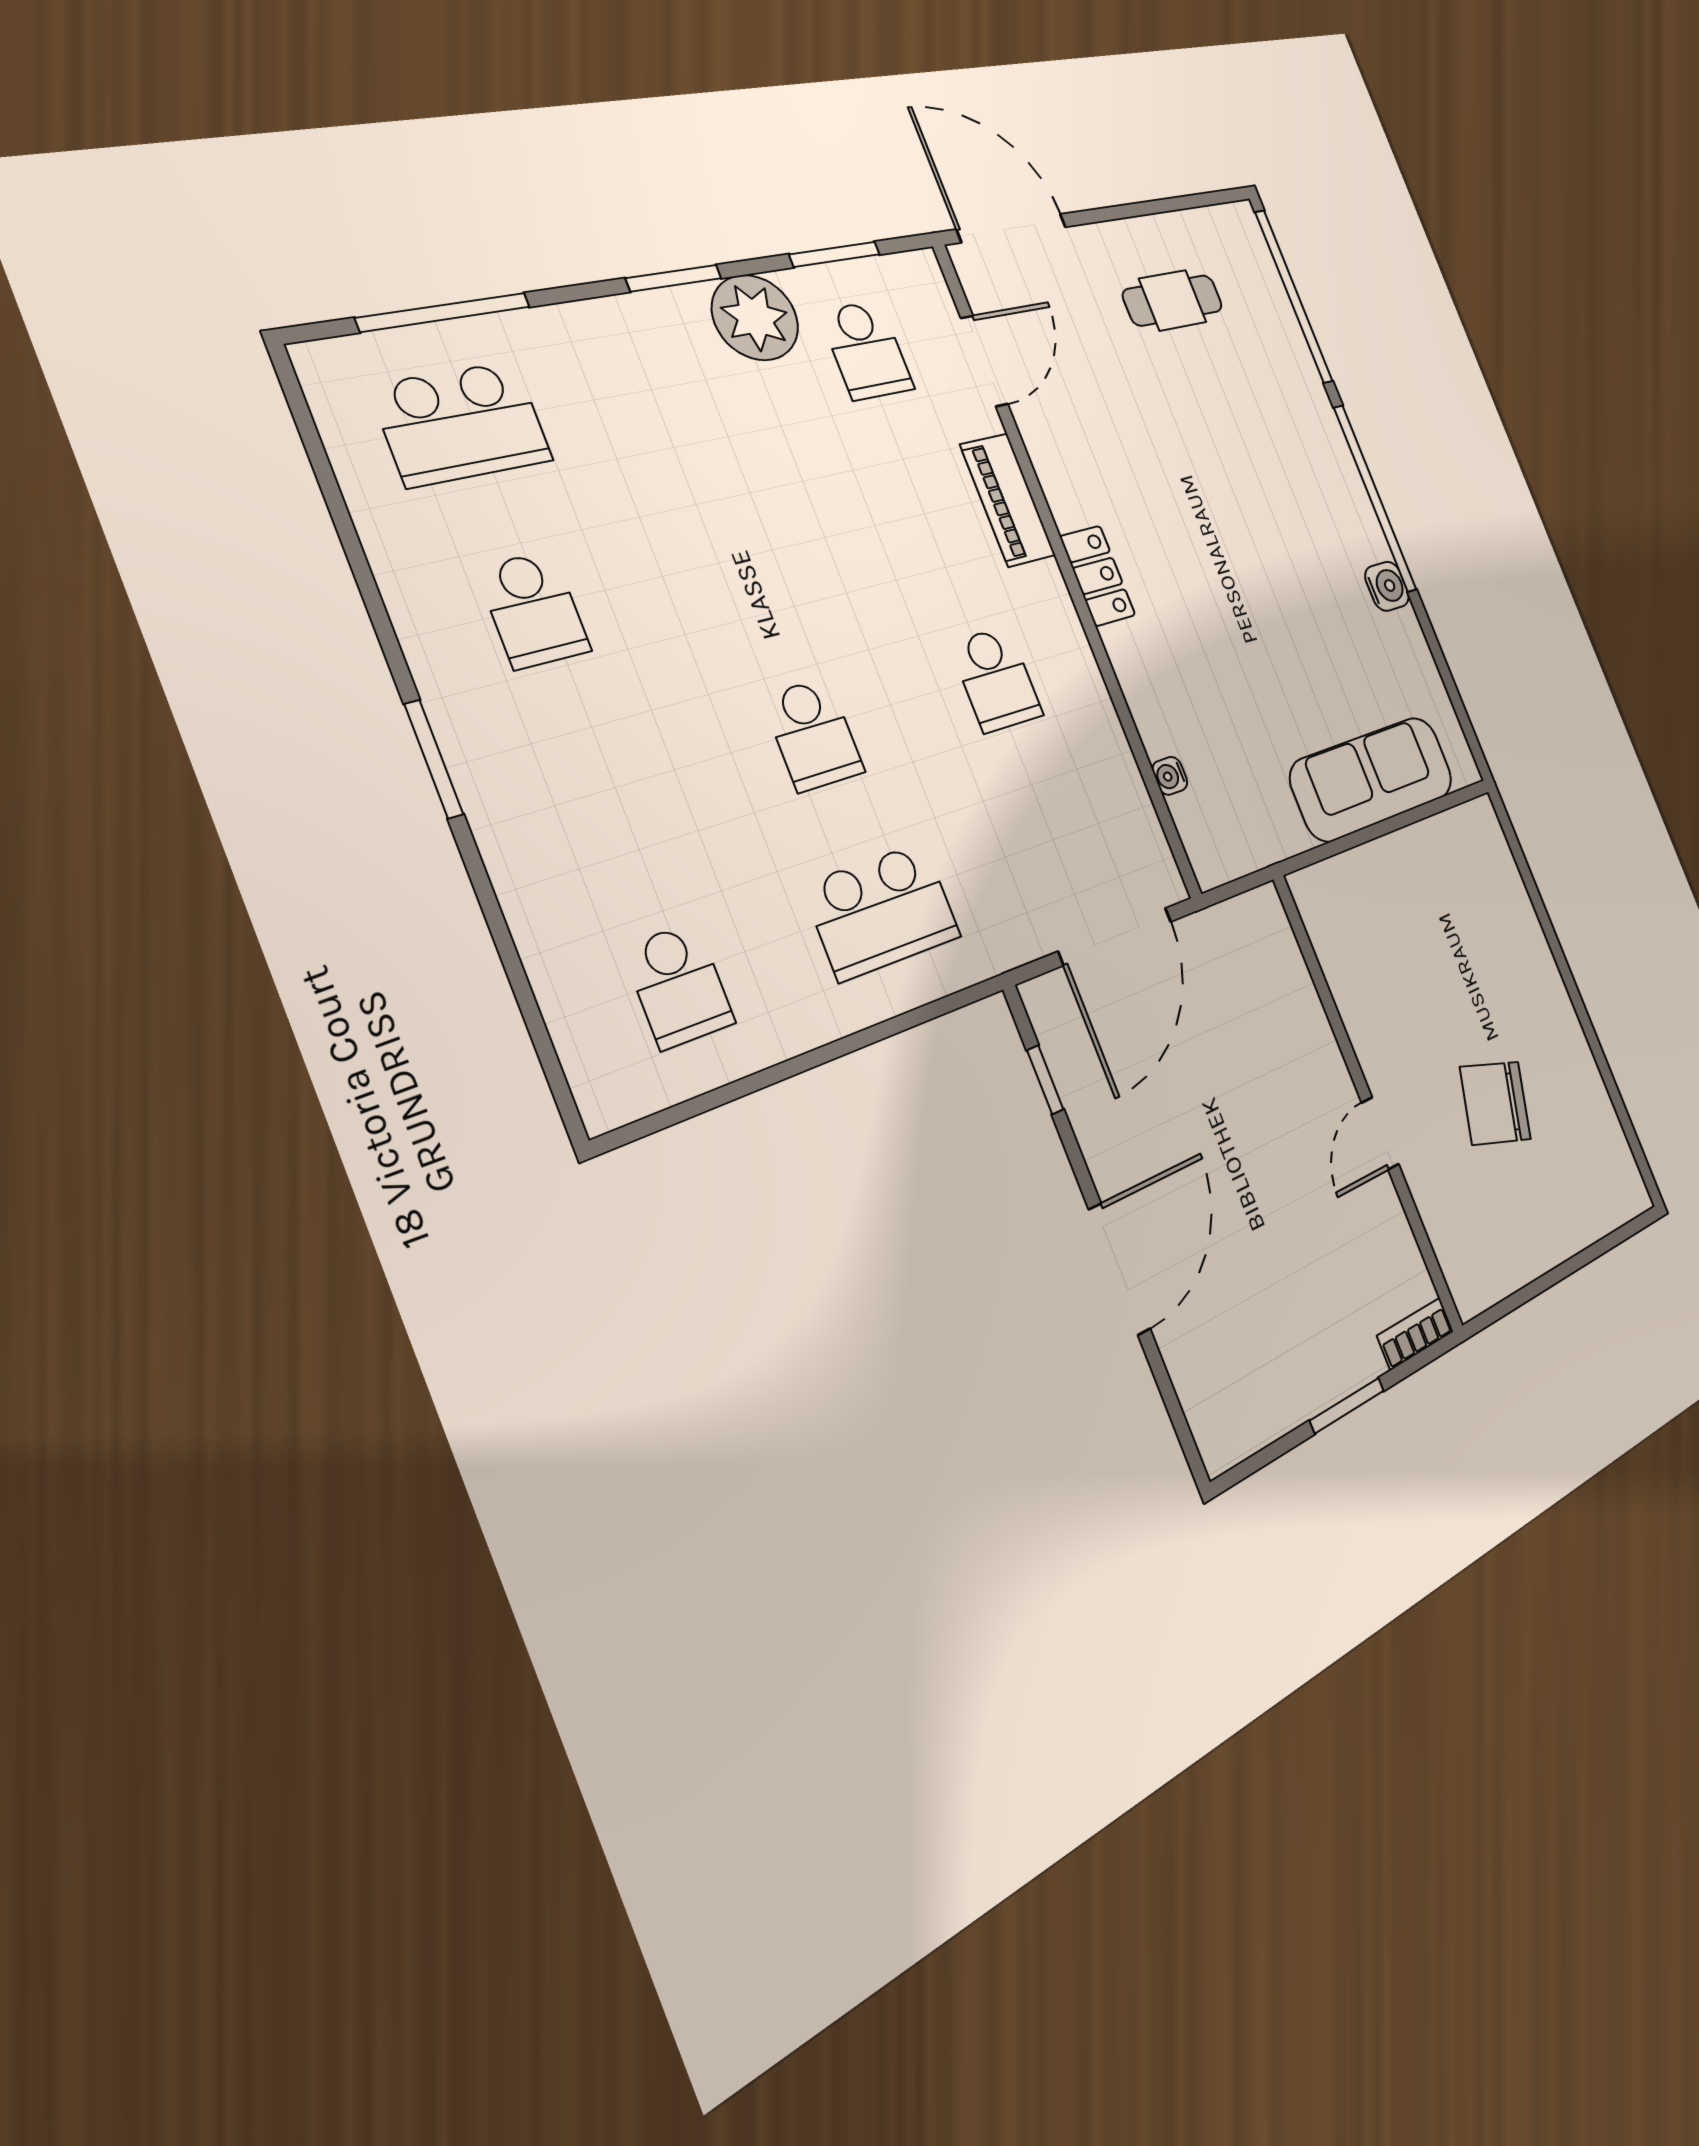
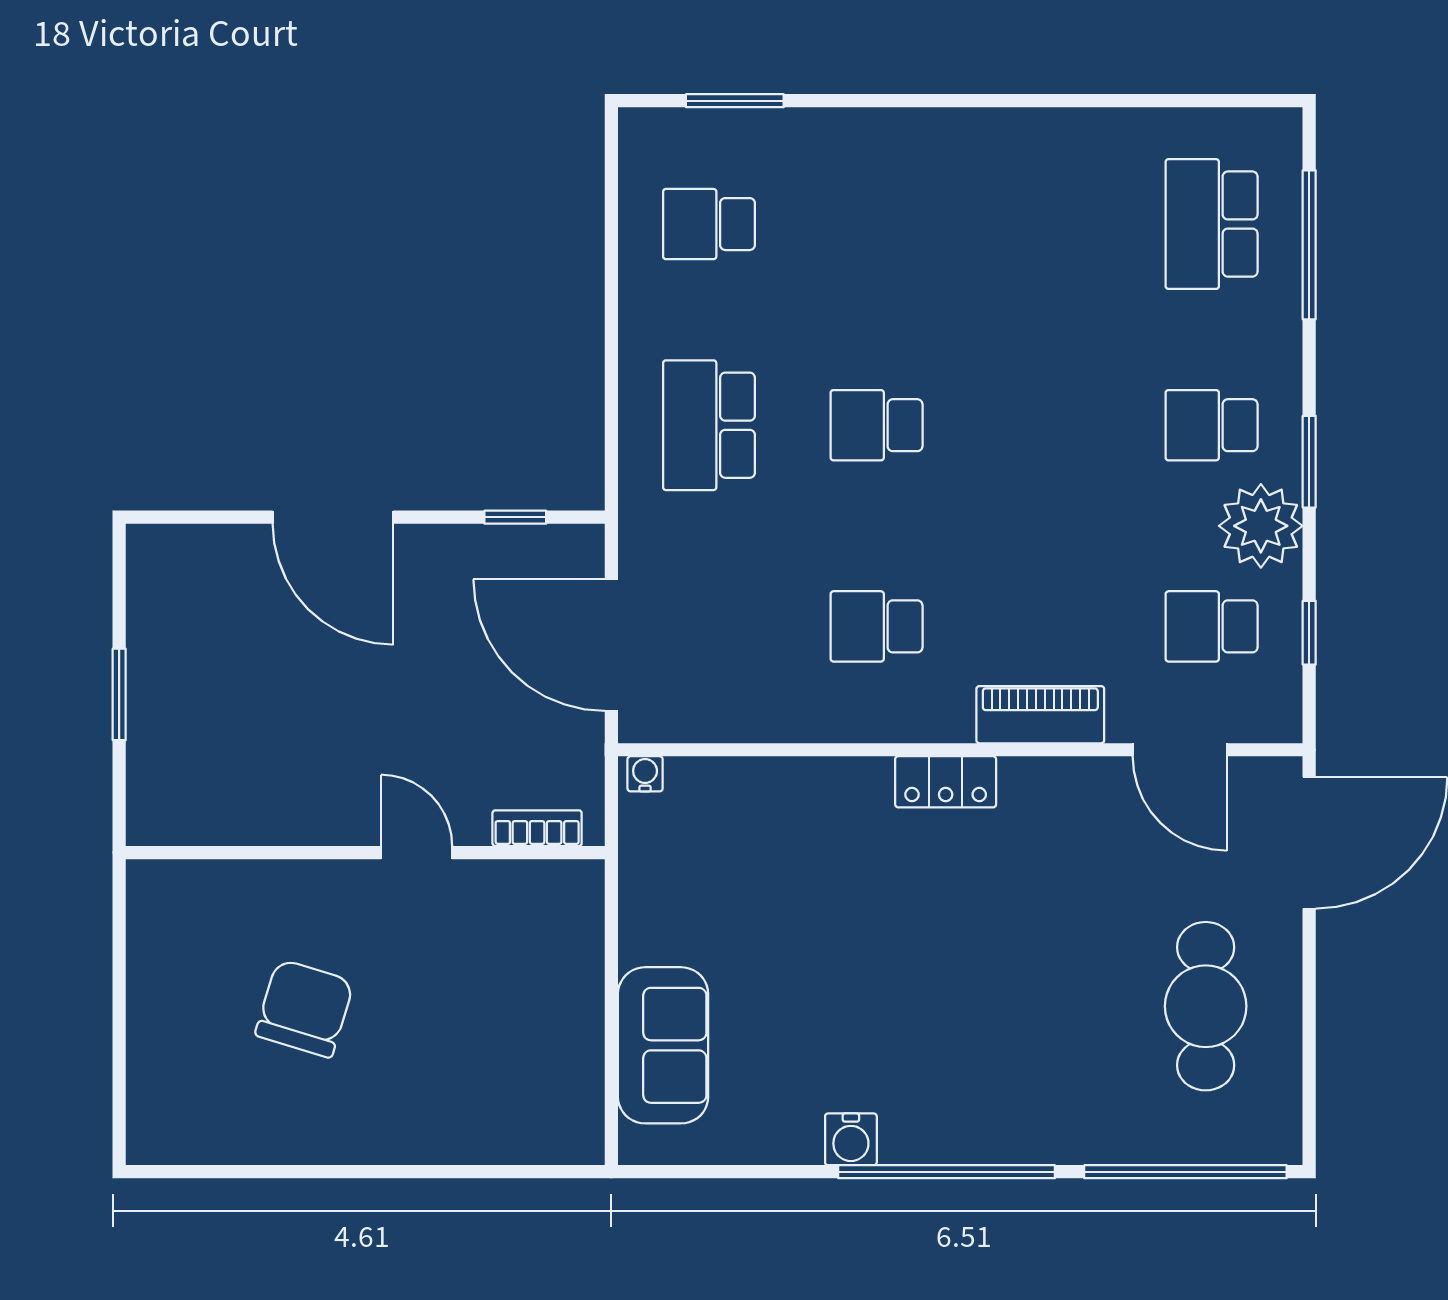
window: (835, 254) -> (1309, 633), width x0.67
cafe table: (1173, 300) -> (1206, 1006), width x1.37, depth x1.35
school desk: (534, 610) -> (1212, 425), moved
window: (434, 759) -> (735, 101), moved
water cooler: (1170, 776) -> (645, 774), moved
sofa: (1372, 779) -> (663, 1045), width x0.73
door: (1380, 1133) -> (416, 853), moved
bookcase: (1415, 1334) -> (537, 828), moved, turned -90

